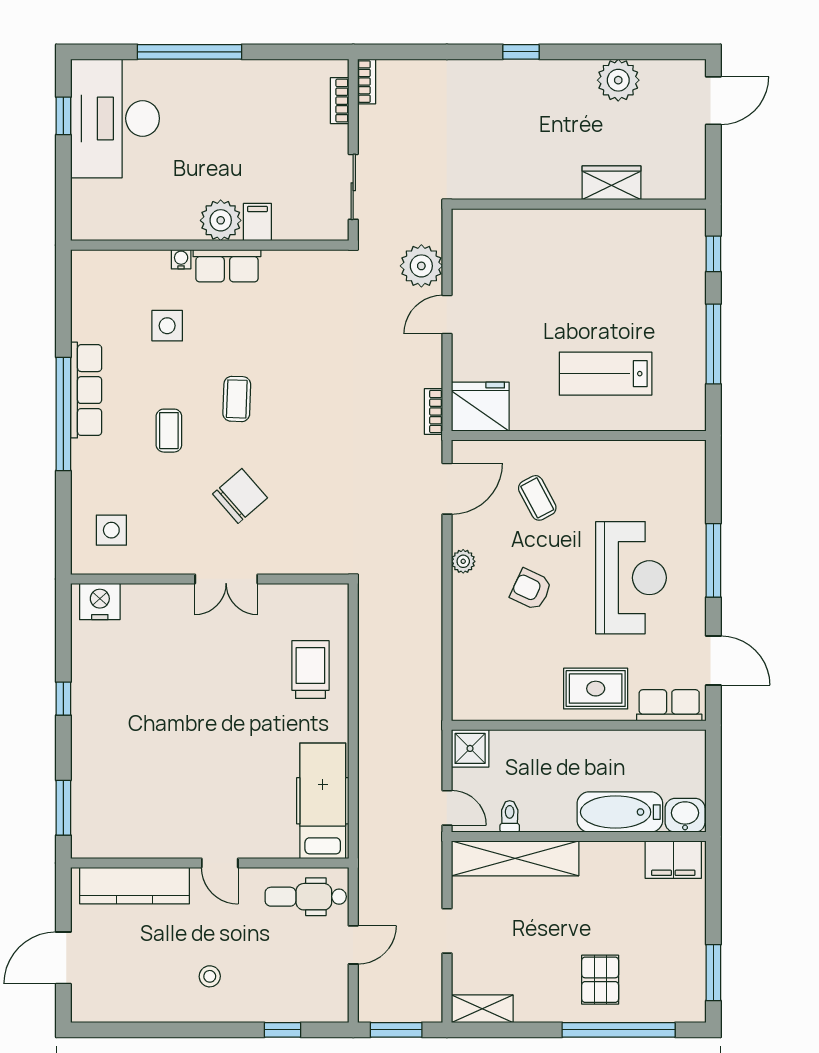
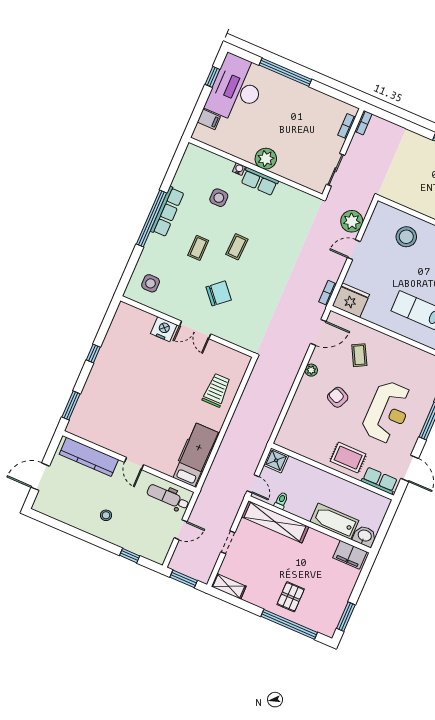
filing cabinet: (257, 222) -> (209, 119), moved, turned 90
stool: (530, 252) -> (406, 237), added
nightstand: (100, 602) -> (164, 329), moved

